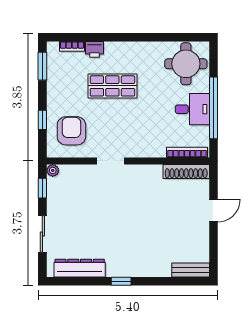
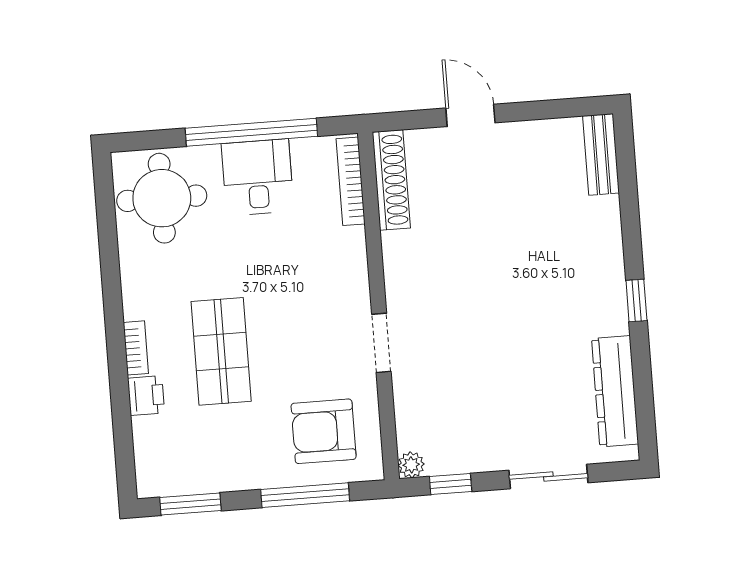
bookcase: (72, 46) -> (136, 348), moved
window: (42, 120) -> (305, 495), width x2.17

